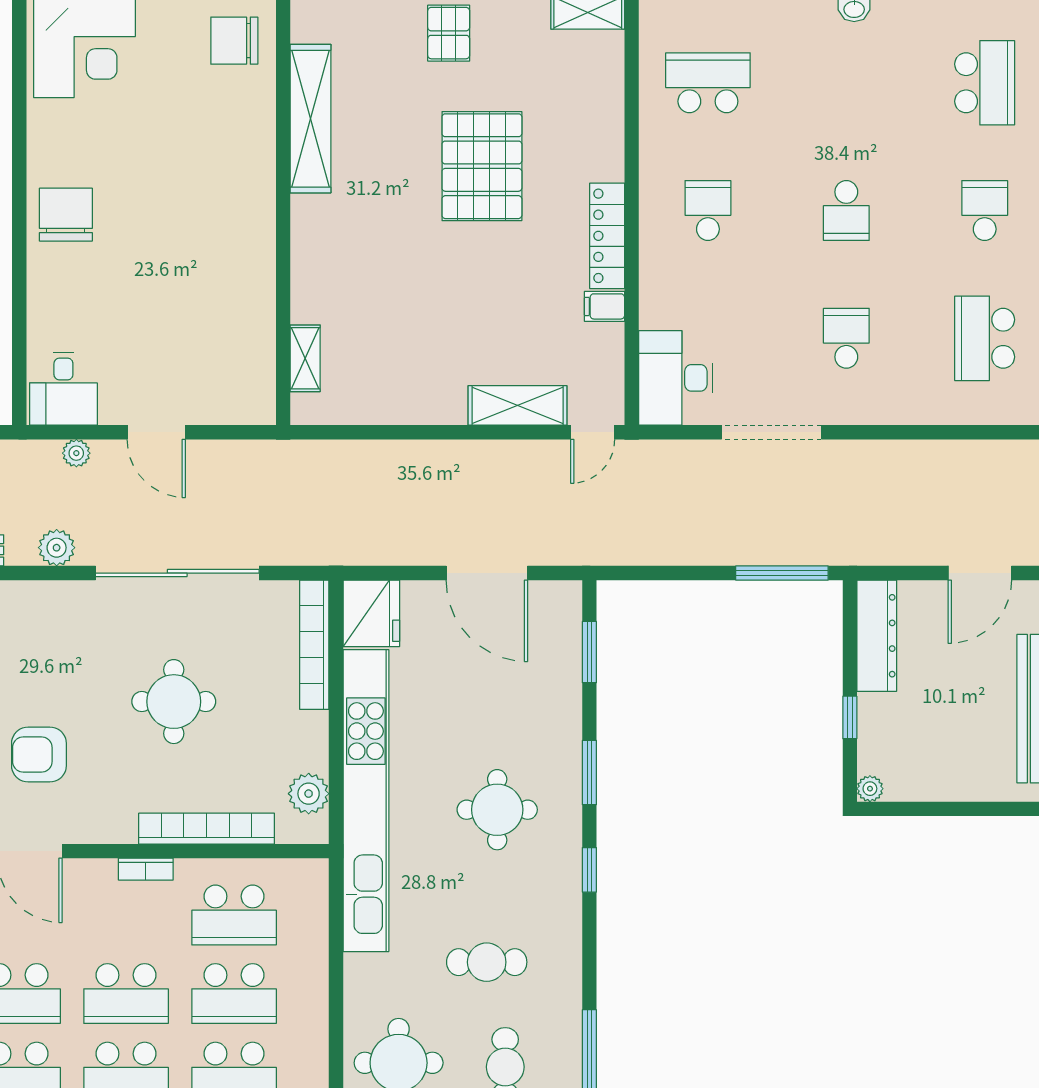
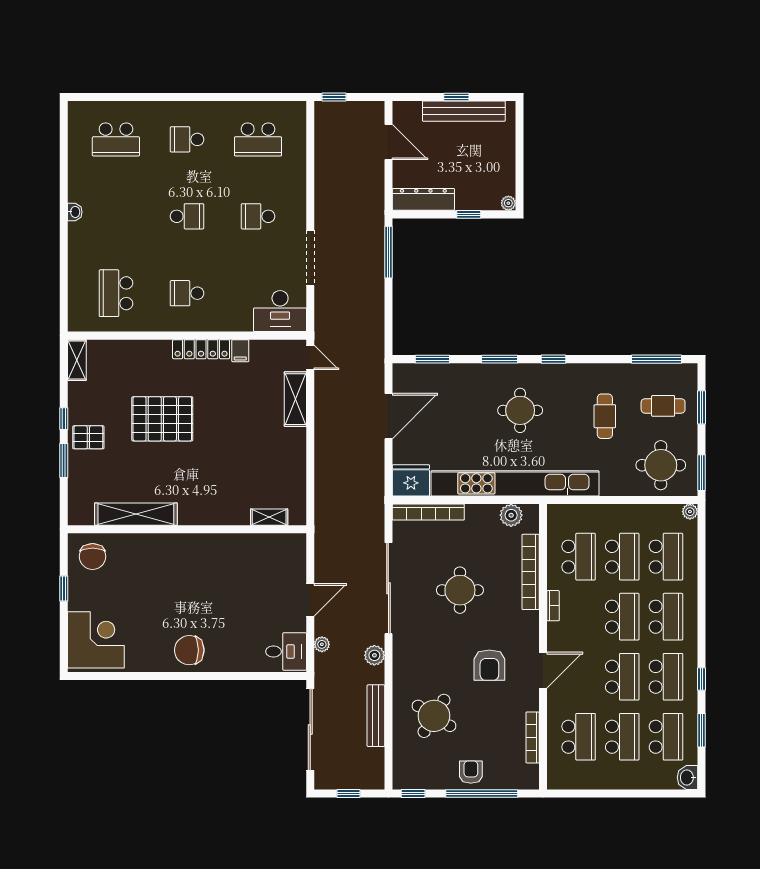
school desk: (985, 83) -> (116, 139), turned 180

